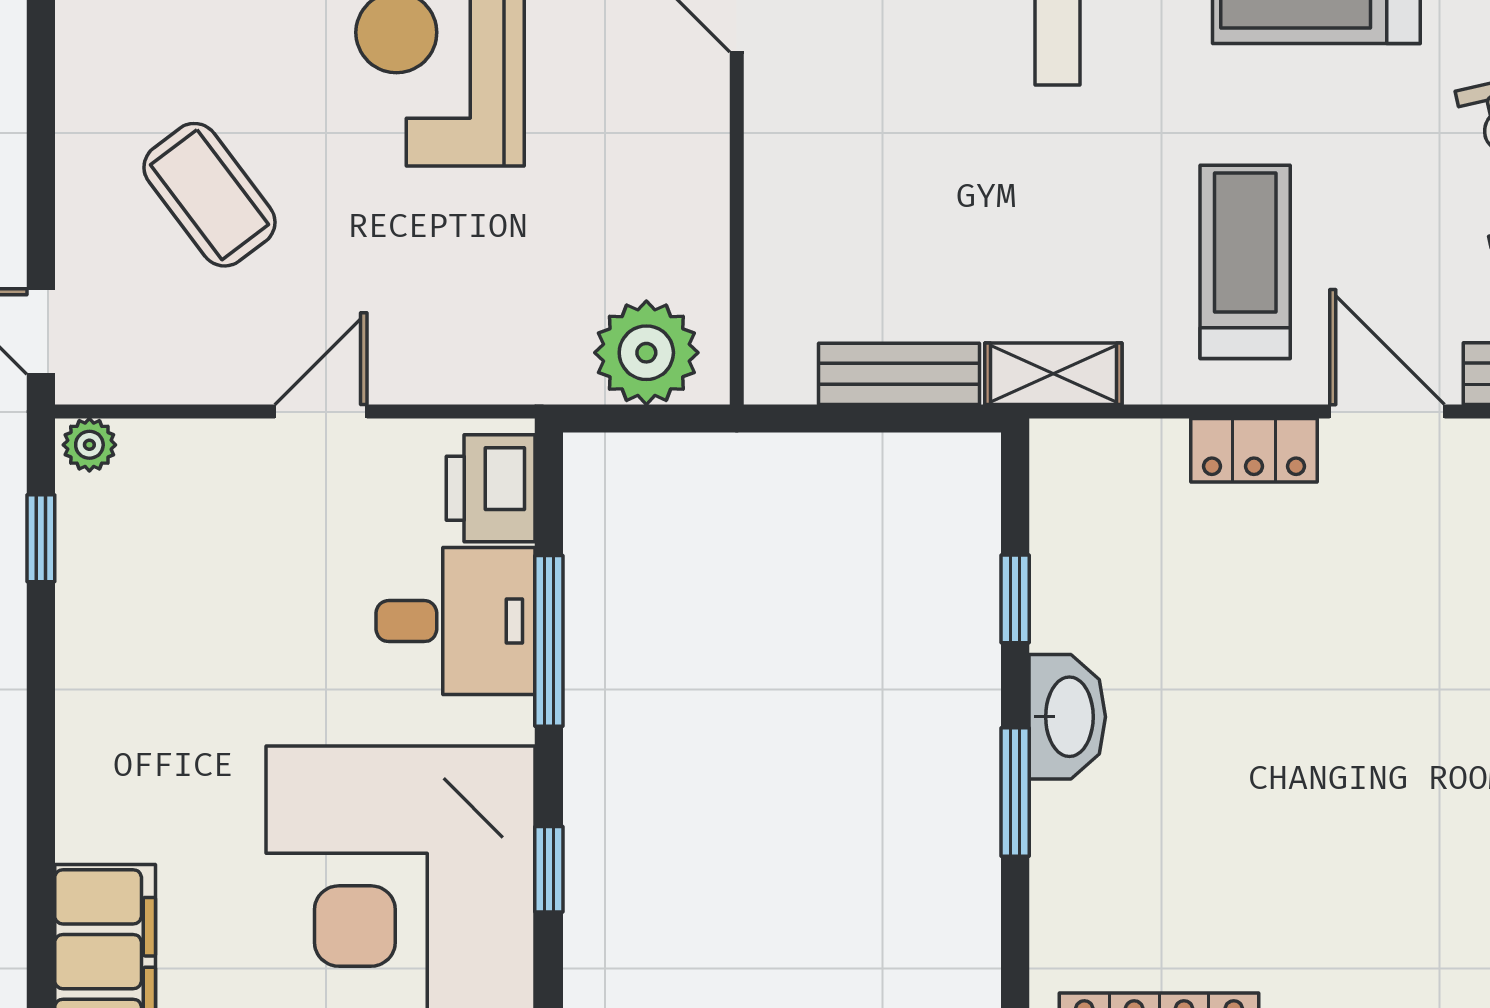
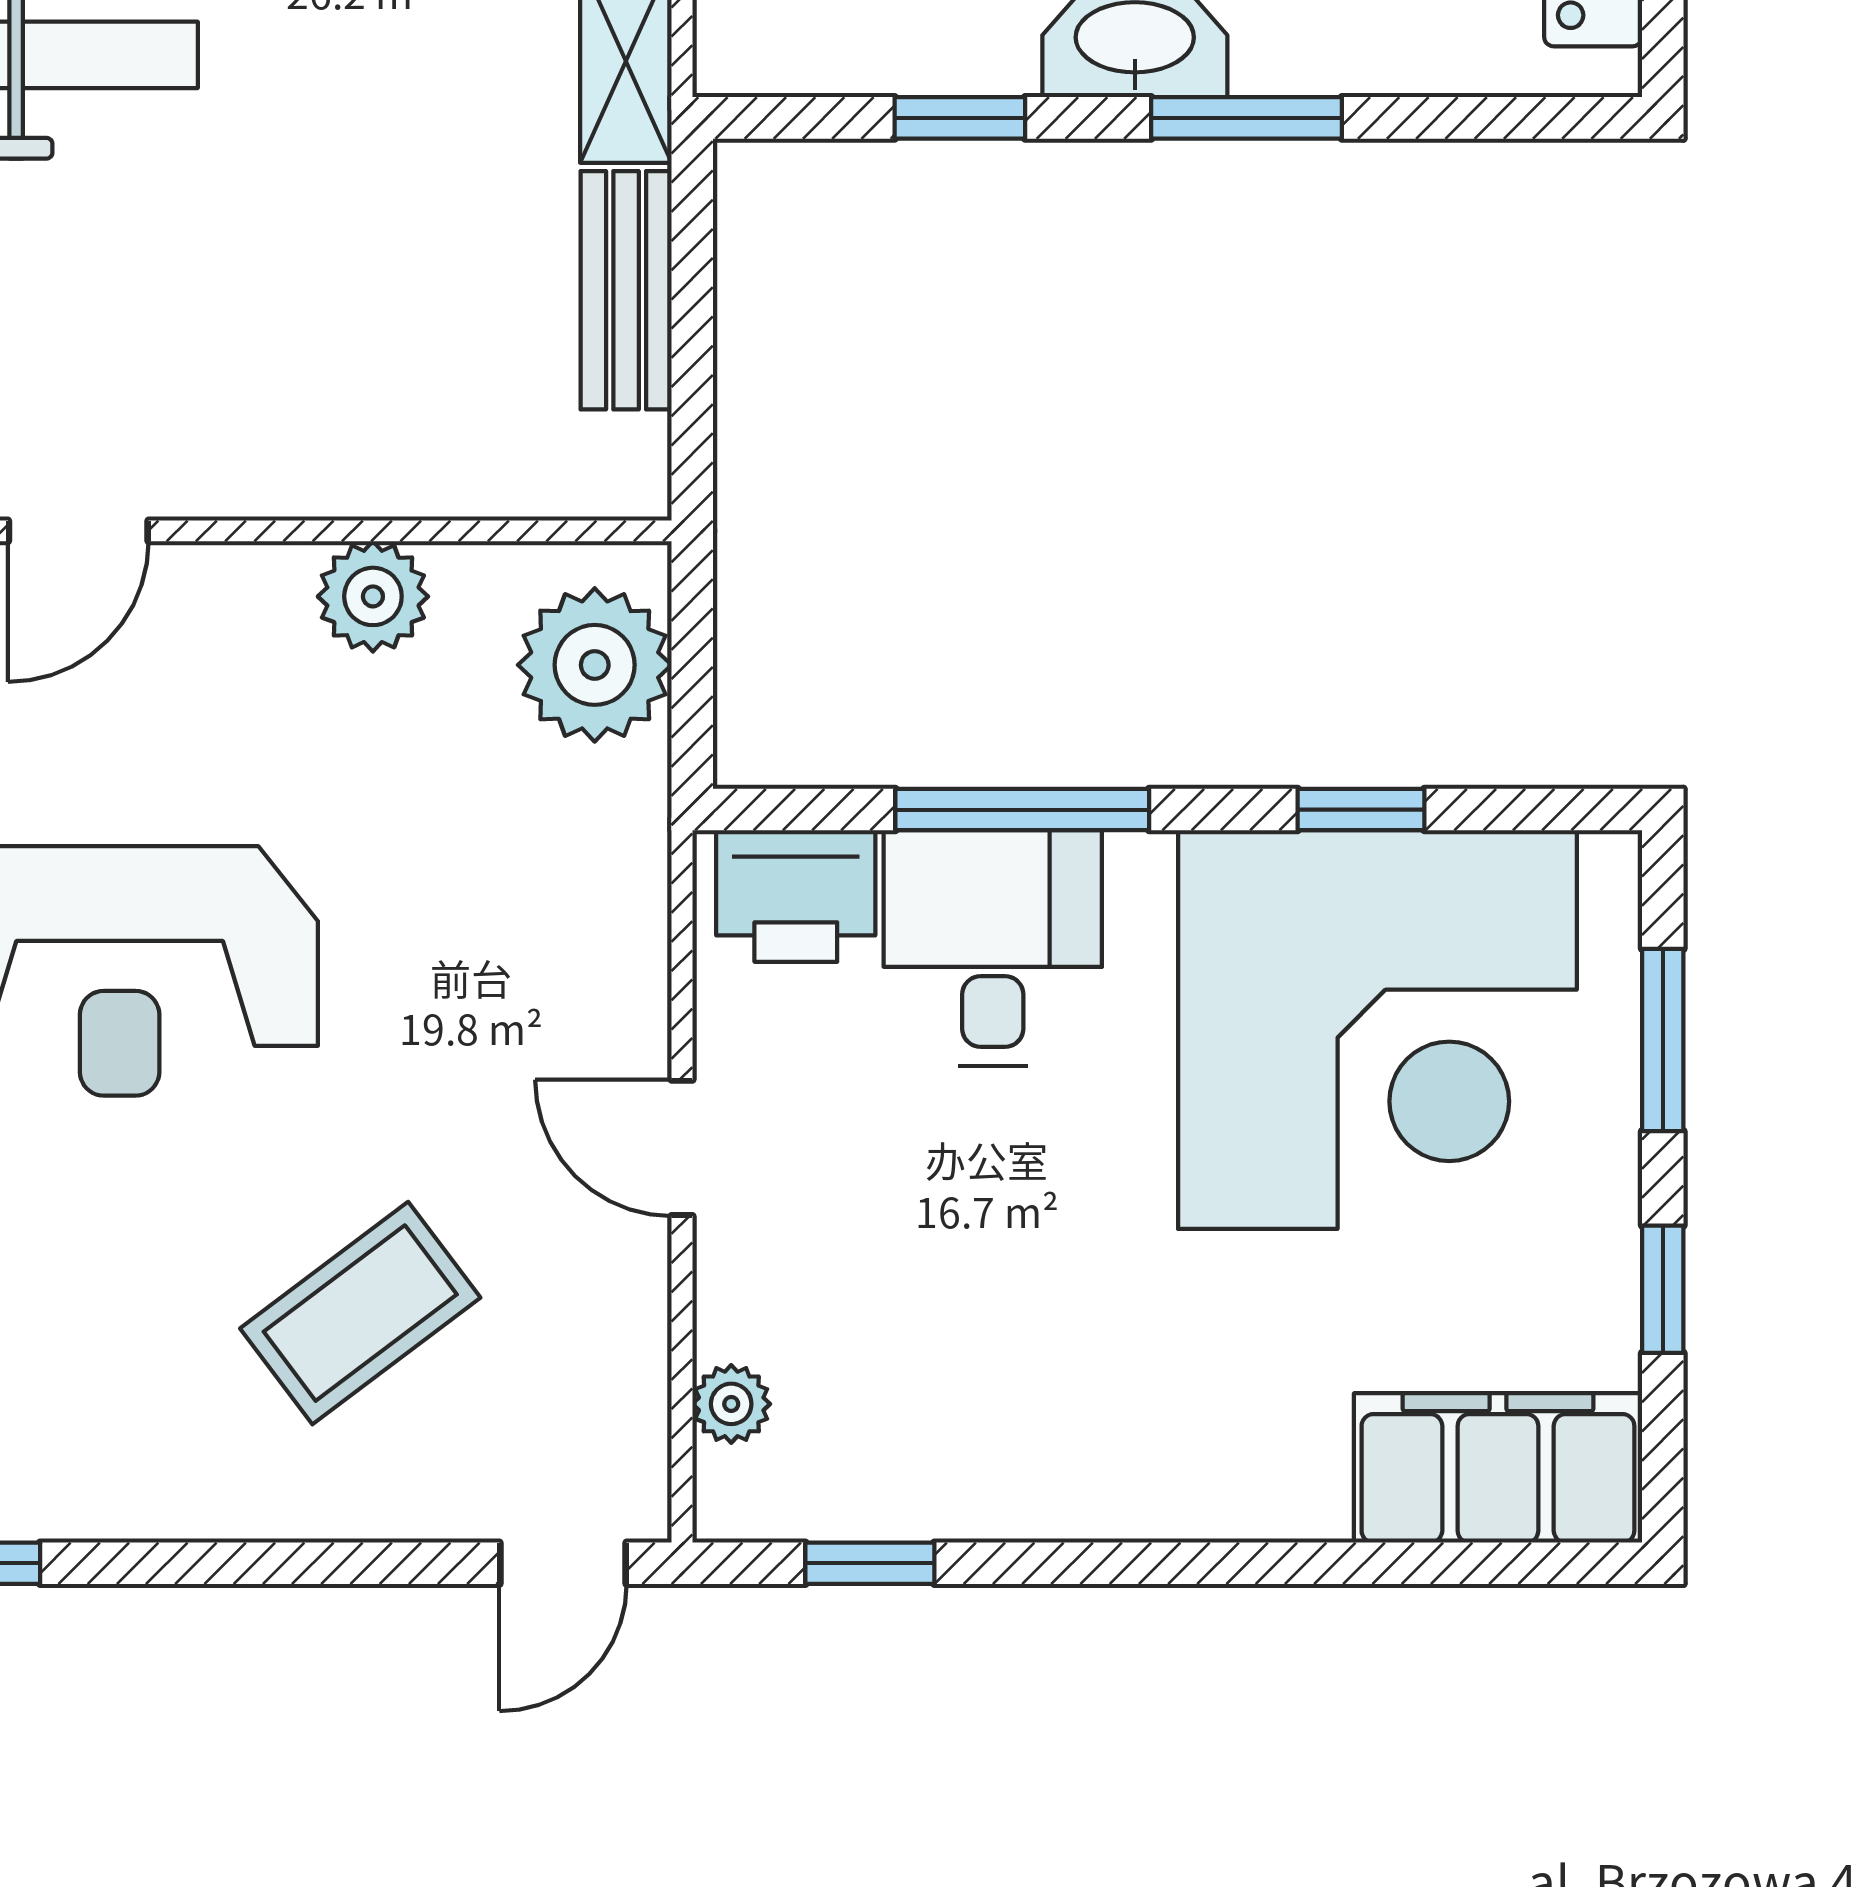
plant: (693, 203) -> (373, 596), added
plant: (89, 445) -> (731, 1404), moved

